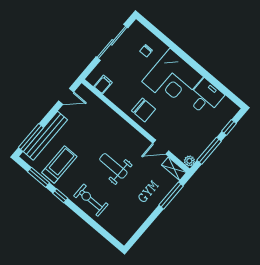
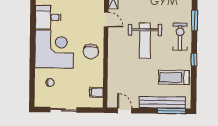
sliding door: (112, 42) -> (63, 110), width x0.73
chair: (144, 110) -> (91, 51), turned 180
weight bench: (113, 166) -> (145, 40), width x1.36, depth x1.33
window: (38, 177) -> (195, 21), moved
exercise bike: (91, 200) -> (180, 37), turned 180

